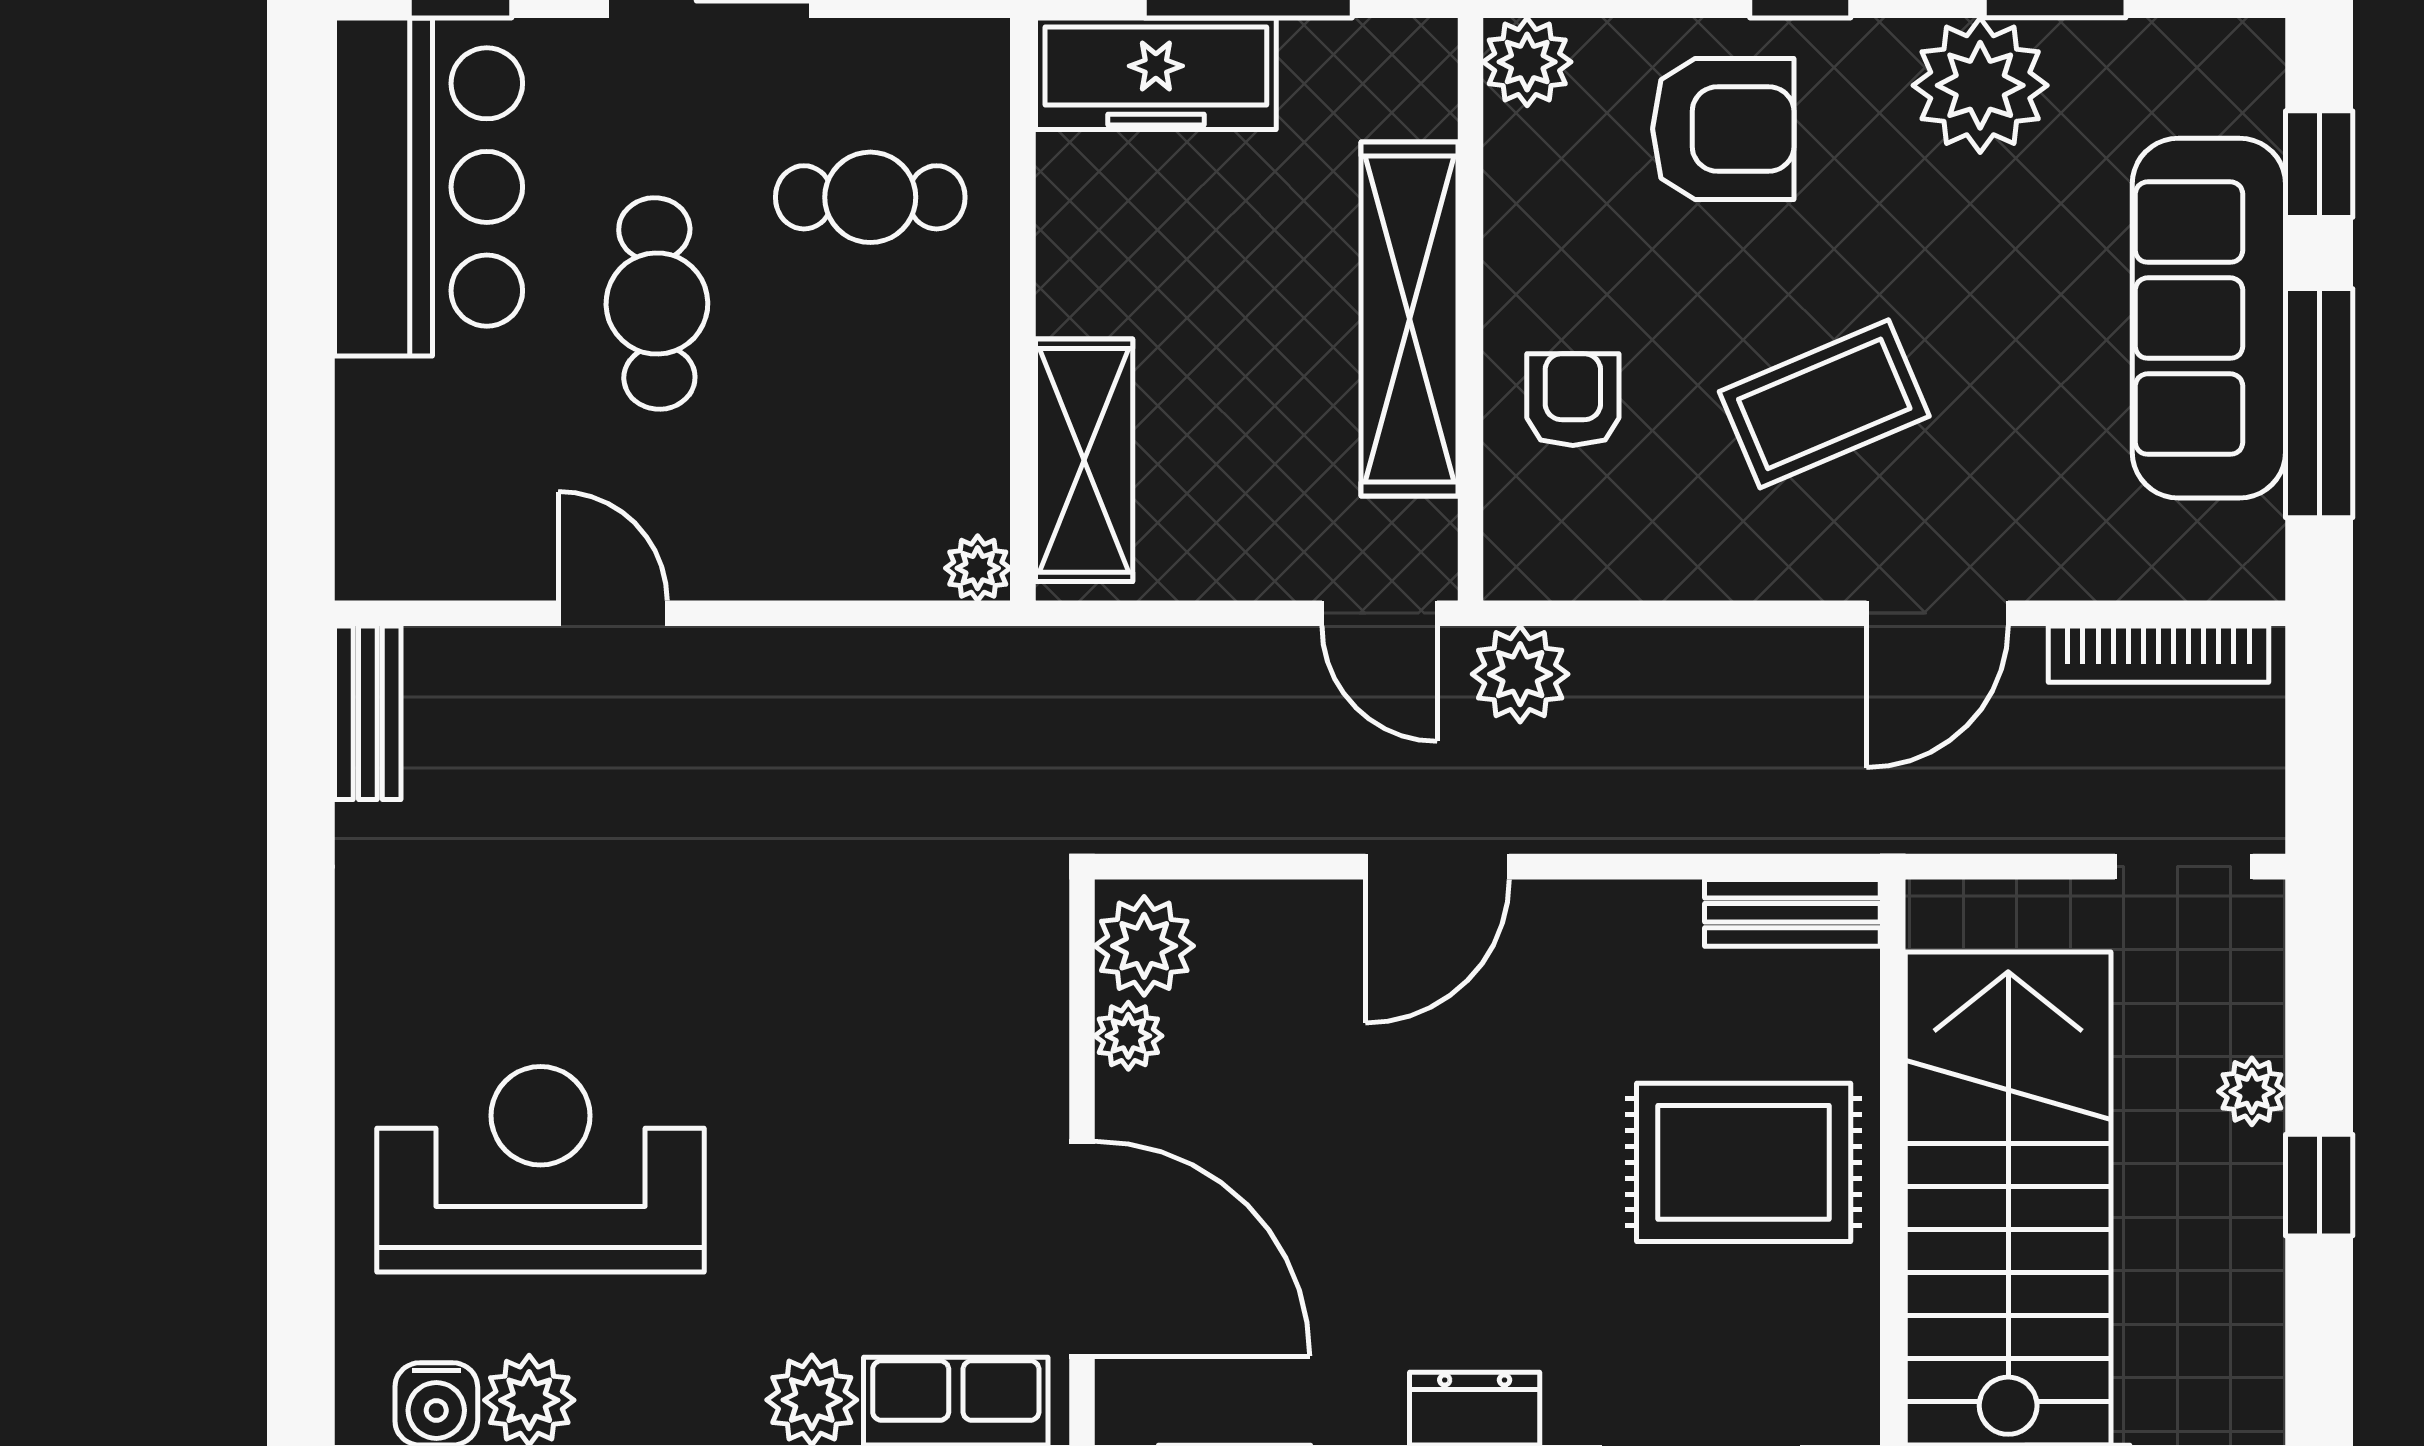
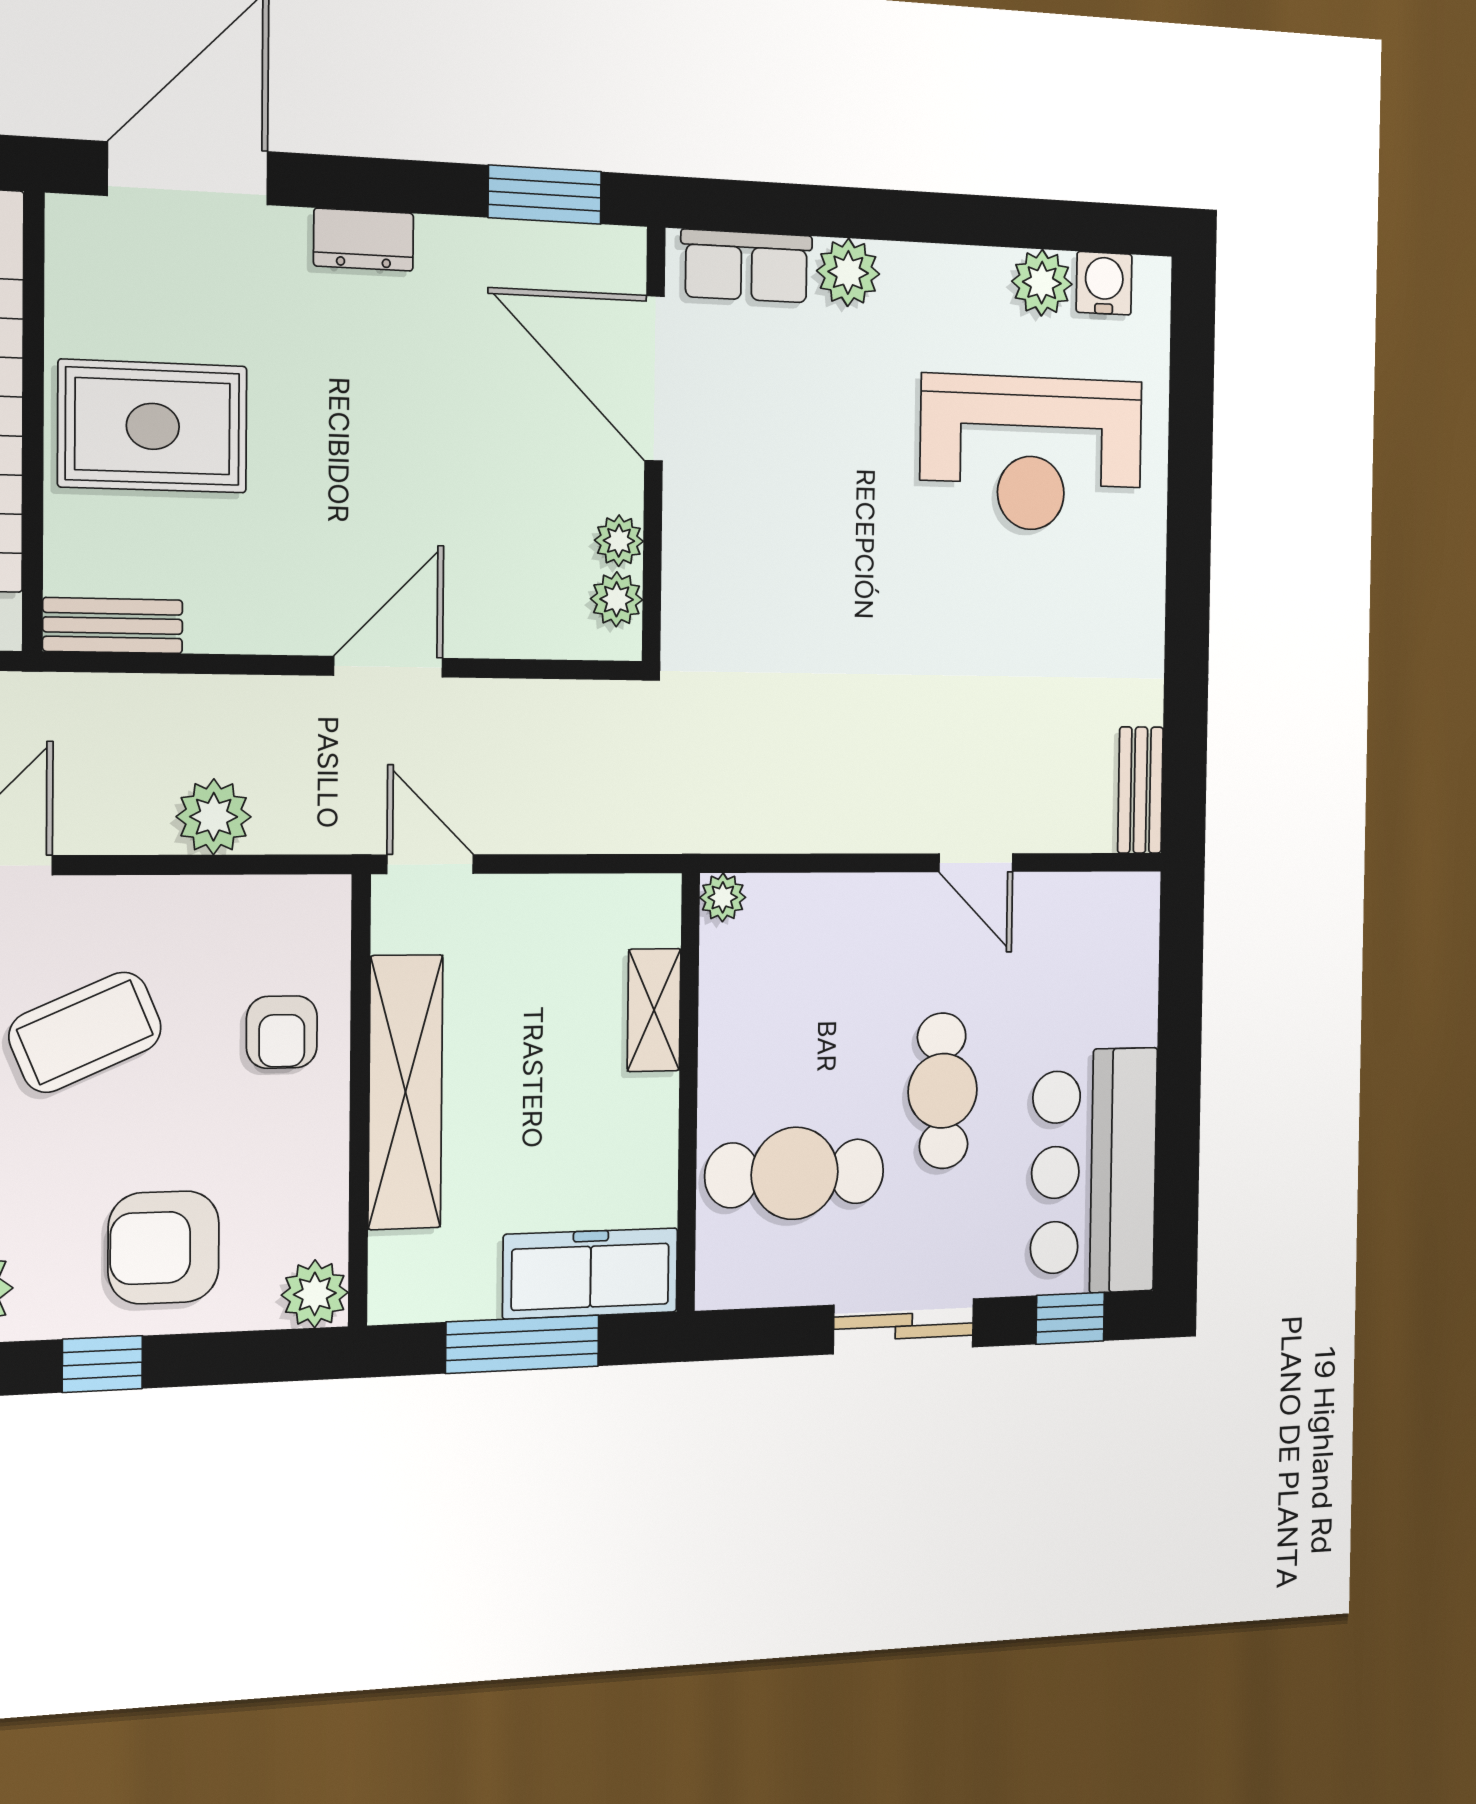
cafe table: (870, 197) -> (795, 1173), width x1.37, depth x1.35
shelving: (1084, 460) -> (654, 1010), width x0.67, depth x0.75
plant: (1520, 674) -> (214, 817), moved
plant: (1144, 946) -> (617, 599), width x0.73, depth x0.73

